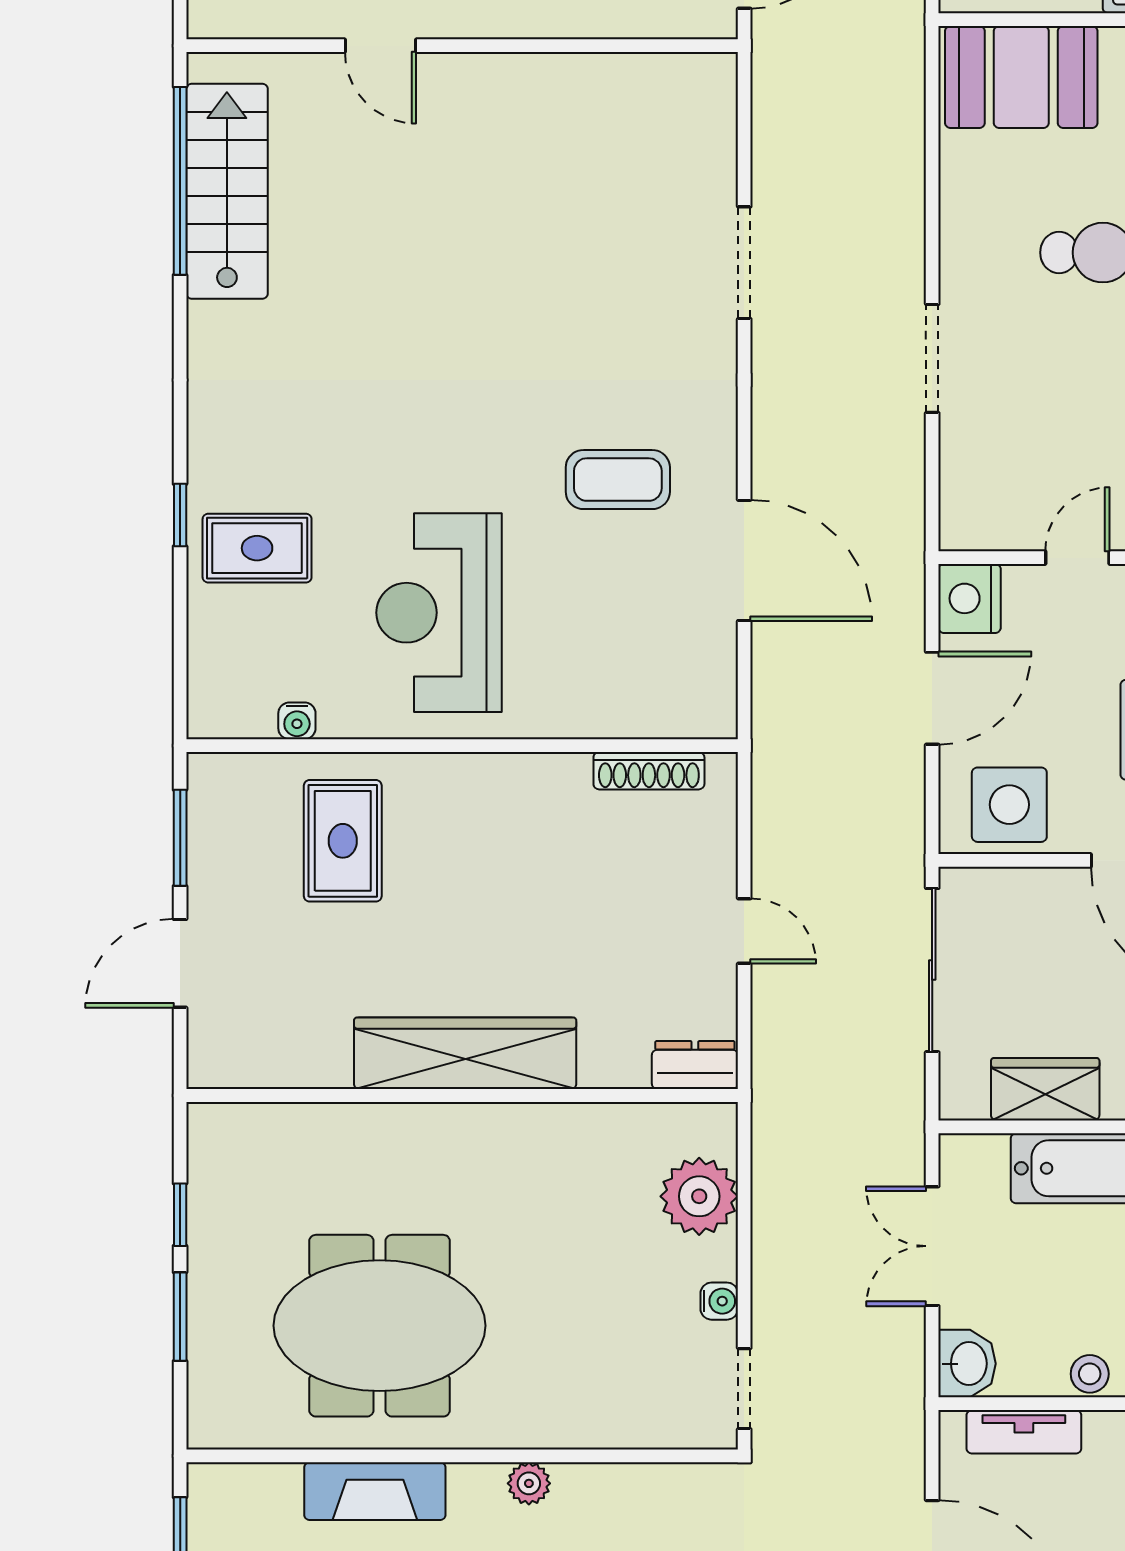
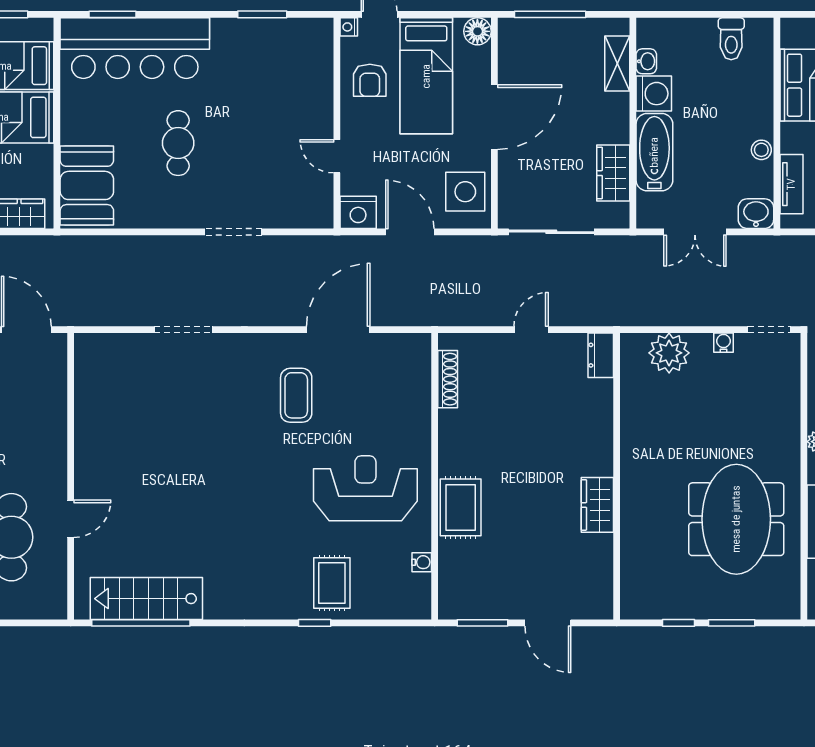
reception desk: (439, 613) -> (365, 488), turned 180
rug: (343, 841) -> (461, 507), moved, turned 90
wardrobe: (465, 1053) -> (597, 505), width x0.48, depth x0.85

